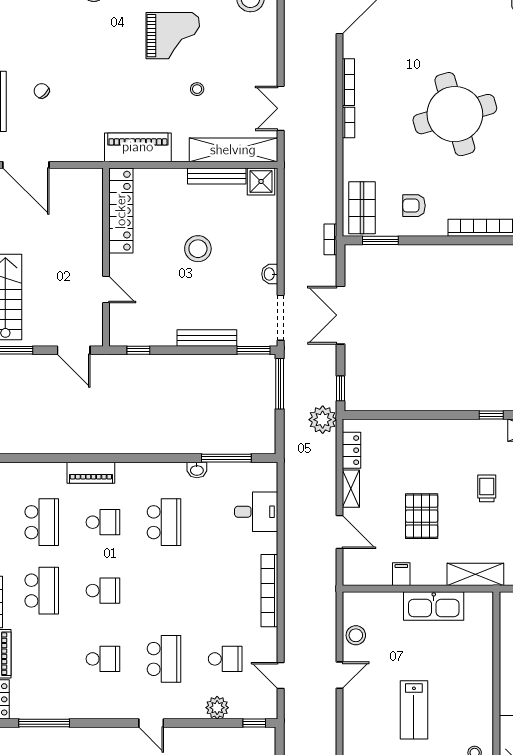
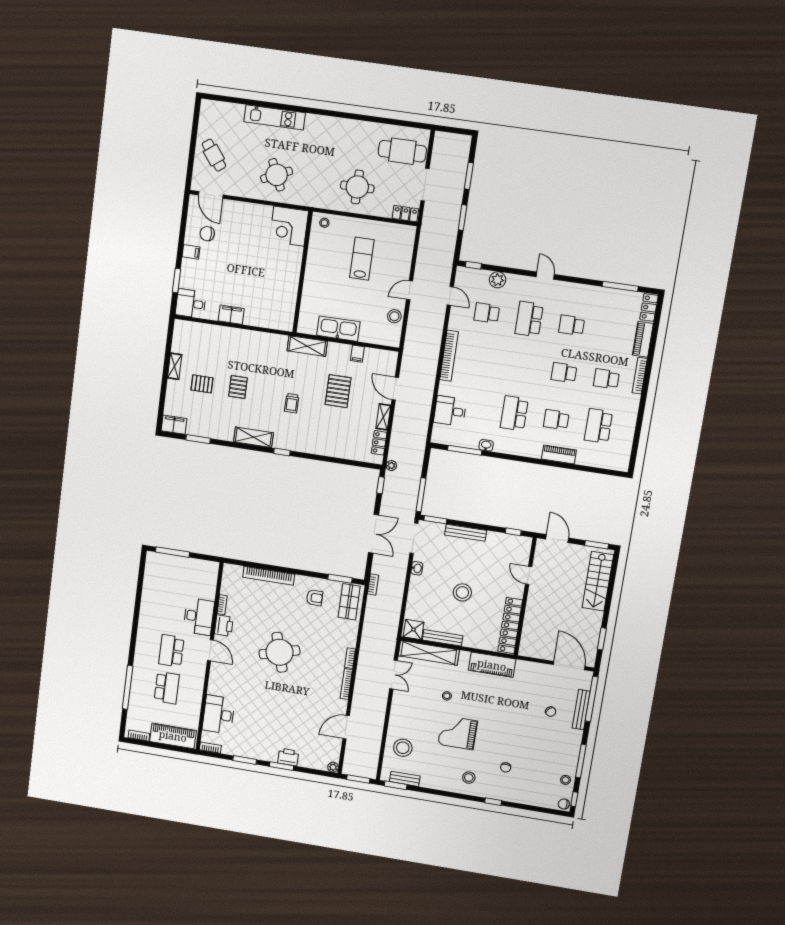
round table: (455, 114) -> (279, 652), width x0.73, depth x0.73
plant: (323, 420) -> (391, 466), width x0.53, depth x0.53
school desk: (42, 591) -> (606, 379), width x0.54

